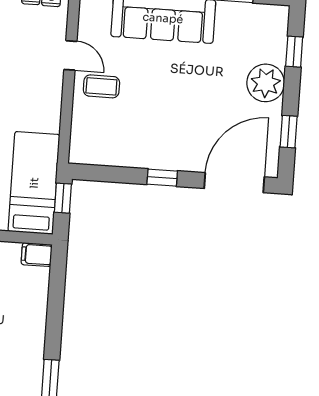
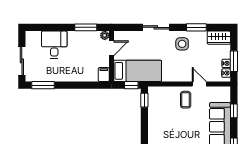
door: (70, 55) -> (199, 84), swing flipped
window: (162, 178) -> (144, 100), moved

